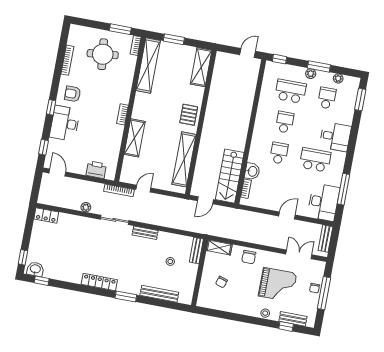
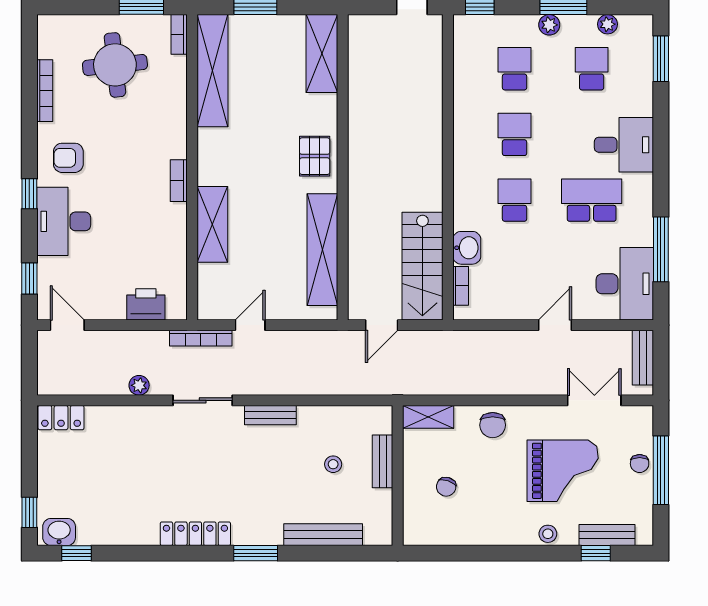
school desk: (290, 91) -> (515, 69), width x0.54
bench: (196, 251) -> (383, 461), moved

